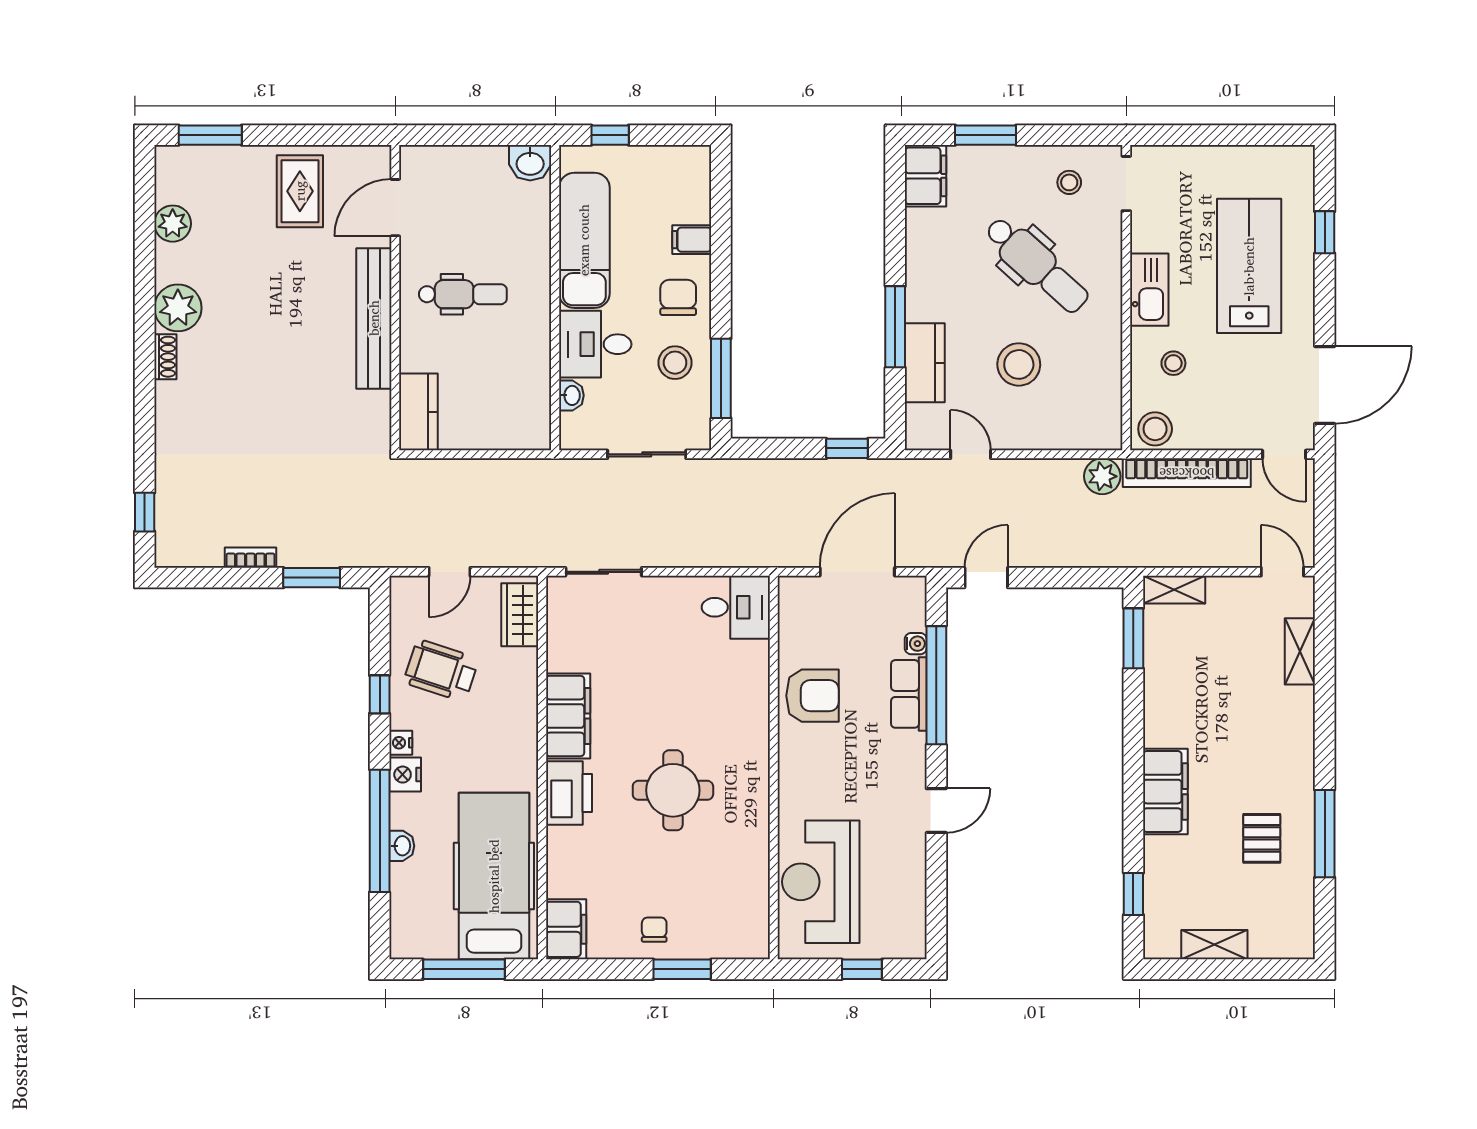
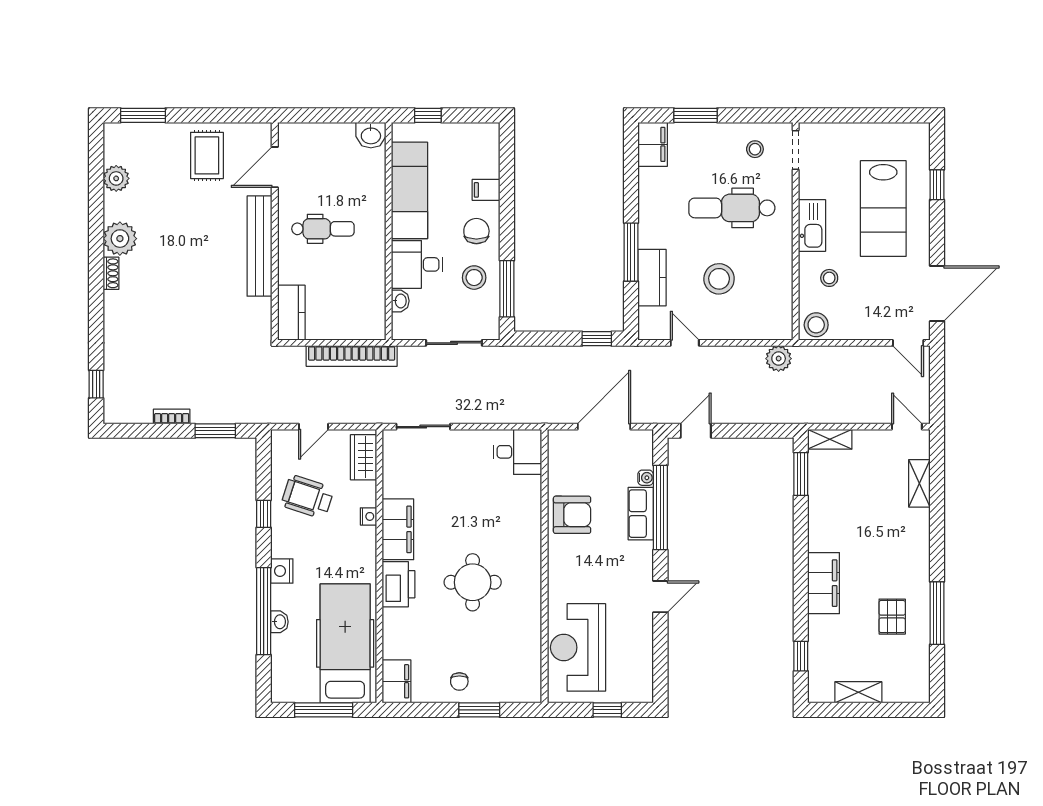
dental chair: (1037, 265) -> (732, 208), turned 138
lab bench: (1249, 266) -> (883, 209), turned 180
bookcase: (1187, 473) -> (352, 356), moved
nightstand: (401, 743) -> (368, 516), moved, turned 180
chair: (654, 930) -> (459, 681), turned 180

